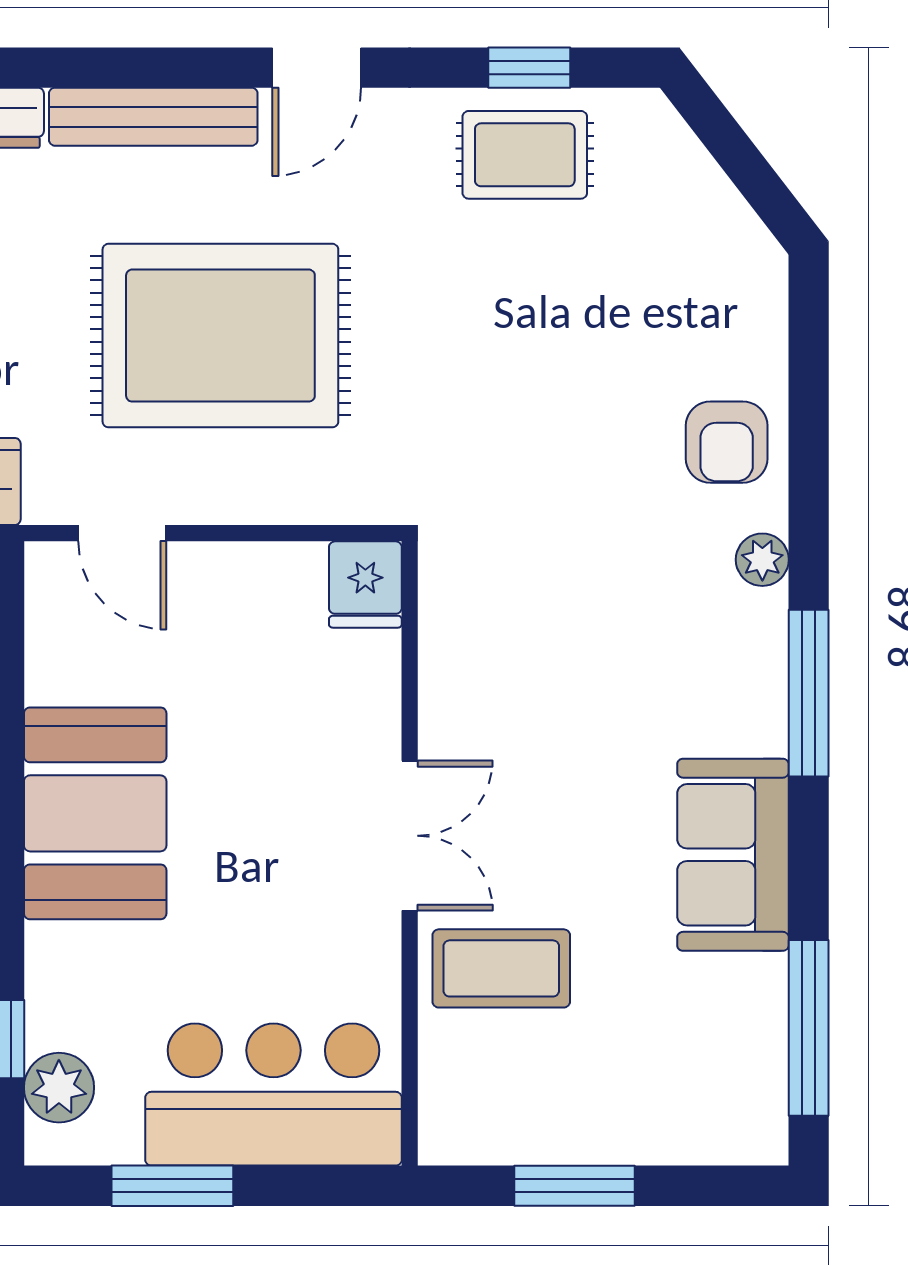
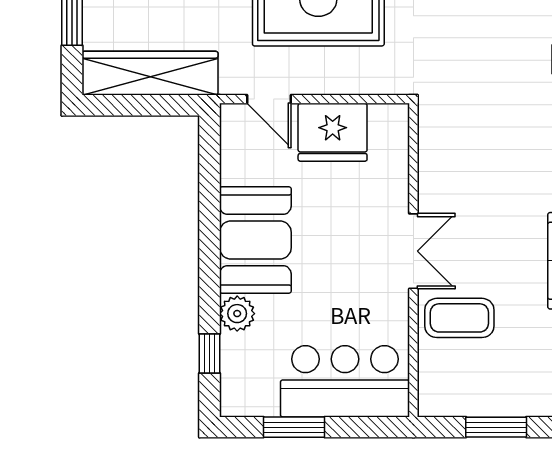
fridge: (365, 585) -> (333, 132), moved, width x1.88, depth x1.34
plant: (59, 1088) -> (237, 314), moved

